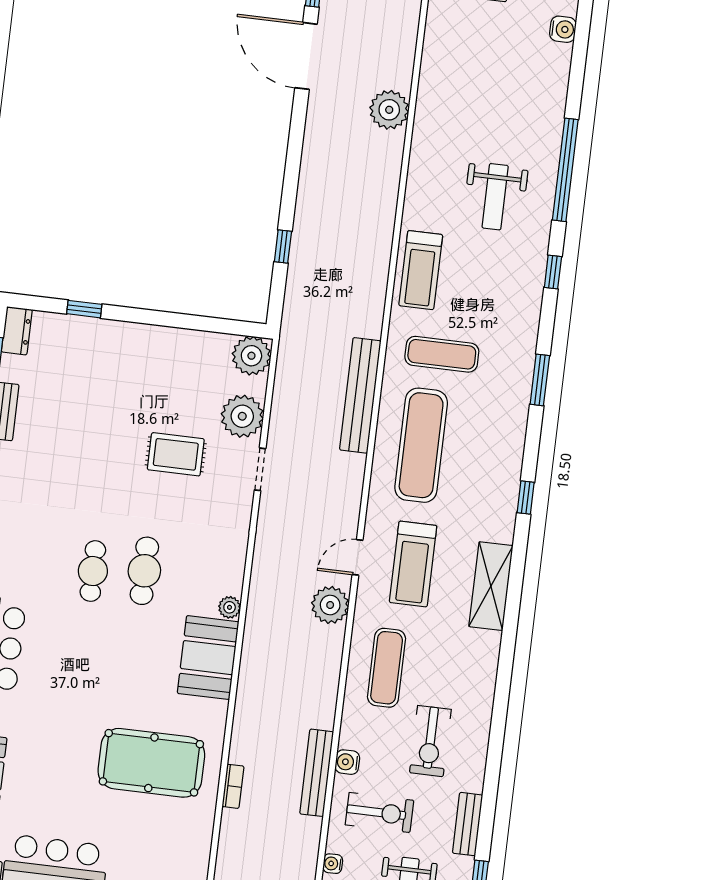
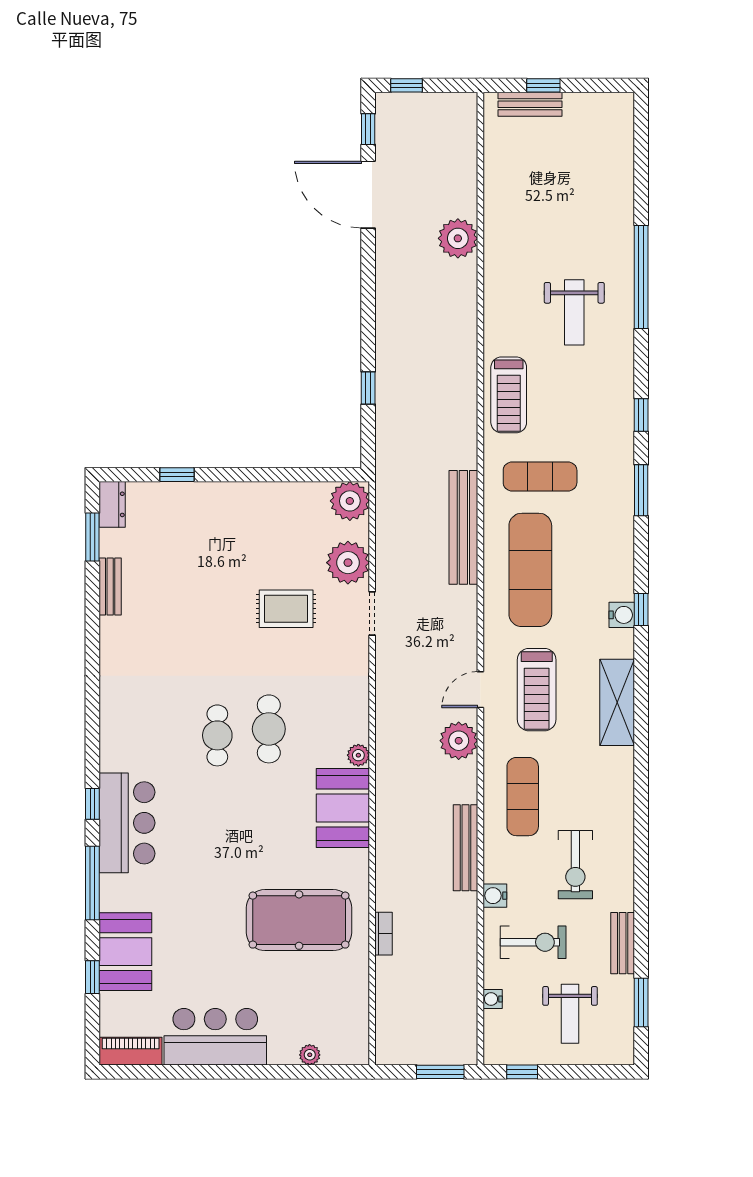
water cooler: (563, 29) -> (622, 615), moved
window: (553, 272) -> (641, 415), moved
bench: (317, 773) -> (466, 848), moved

